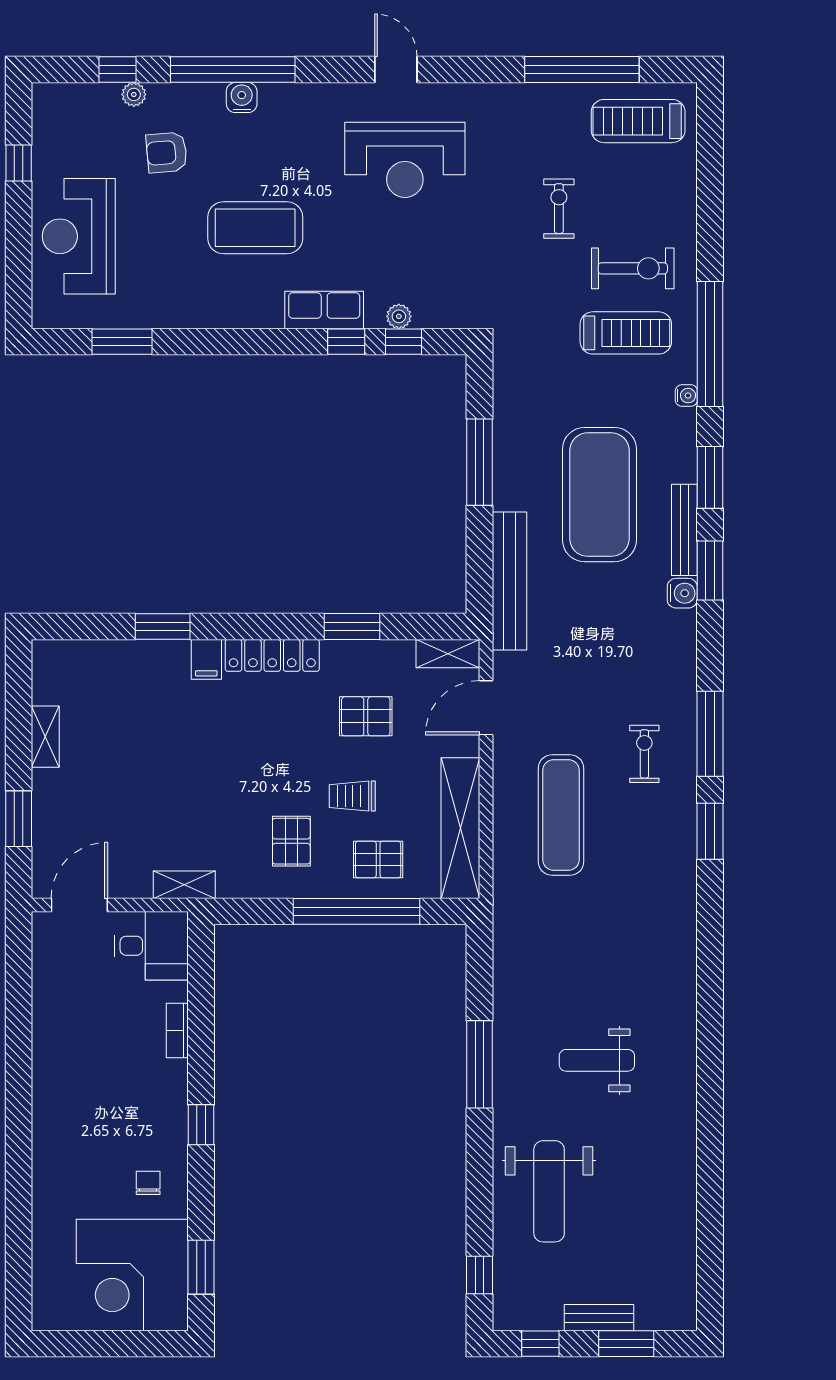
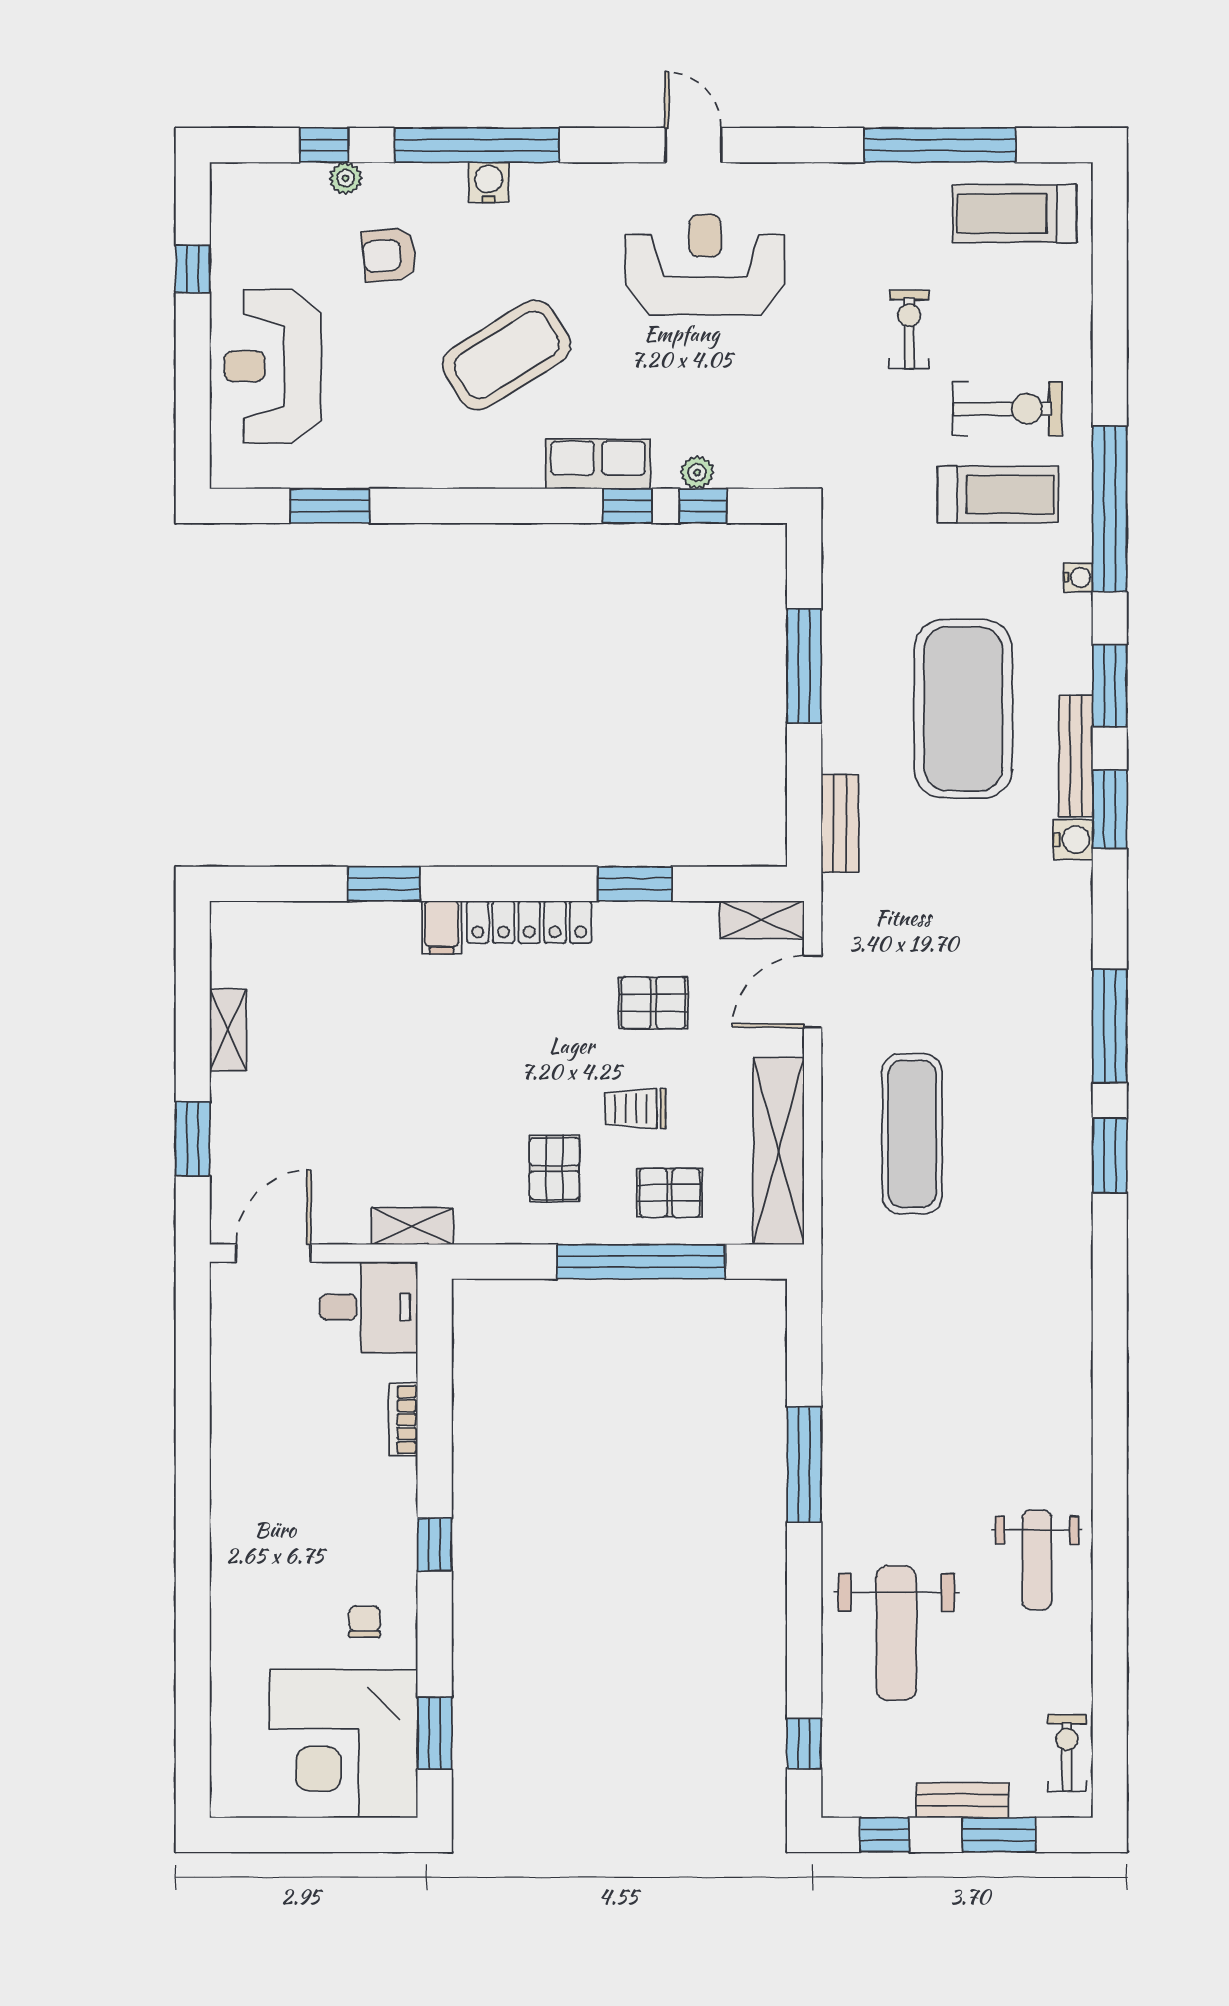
reception desk: (405, 160) -> (705, 265), turned 180
coffee table: (255, 228) -> (507, 355), turned -32
bench: (510, 581) -> (840, 823), width x0.54, depth x0.82
exercise bike: (644, 754) -> (1067, 1753), moved
weight bench: (597, 1060) -> (1037, 1560), moved, turned -90

